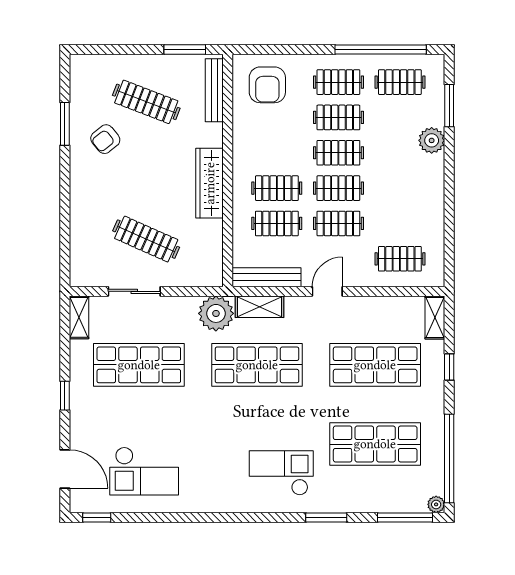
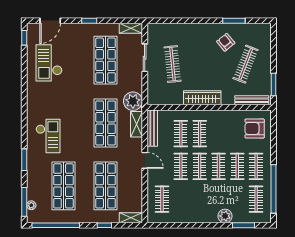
clothes rail: (146, 239) -> (173, 64), turned -30
plant: (436, 504) -> (31, 205), moved

